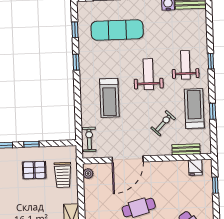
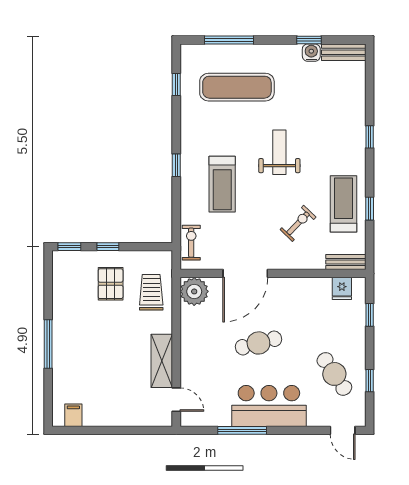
window: (76, 62) -> (176, 165), moved
weight bench: (185, 65) -> (333, 141), removed
bench: (186, 149) -> (346, 262), moved
pallet: (34, 170) -> (111, 284), turned 90
plant: (88, 174) -> (194, 291), width x1.88, depth x1.88
trolley: (63, 175) -> (151, 292), turned 180

